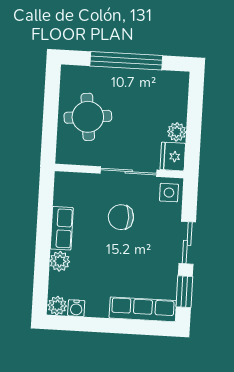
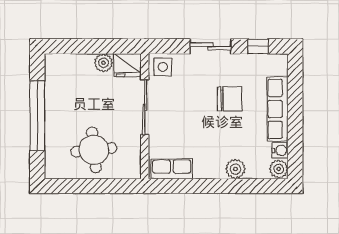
chair: (121, 217) -> (229, 99), moved, turned -90
row of seats: (62, 228) -> (172, 169), moved
window: (184, 292) -> (258, 46), width x0.67
row of seats: (143, 309) -> (278, 109), moved

